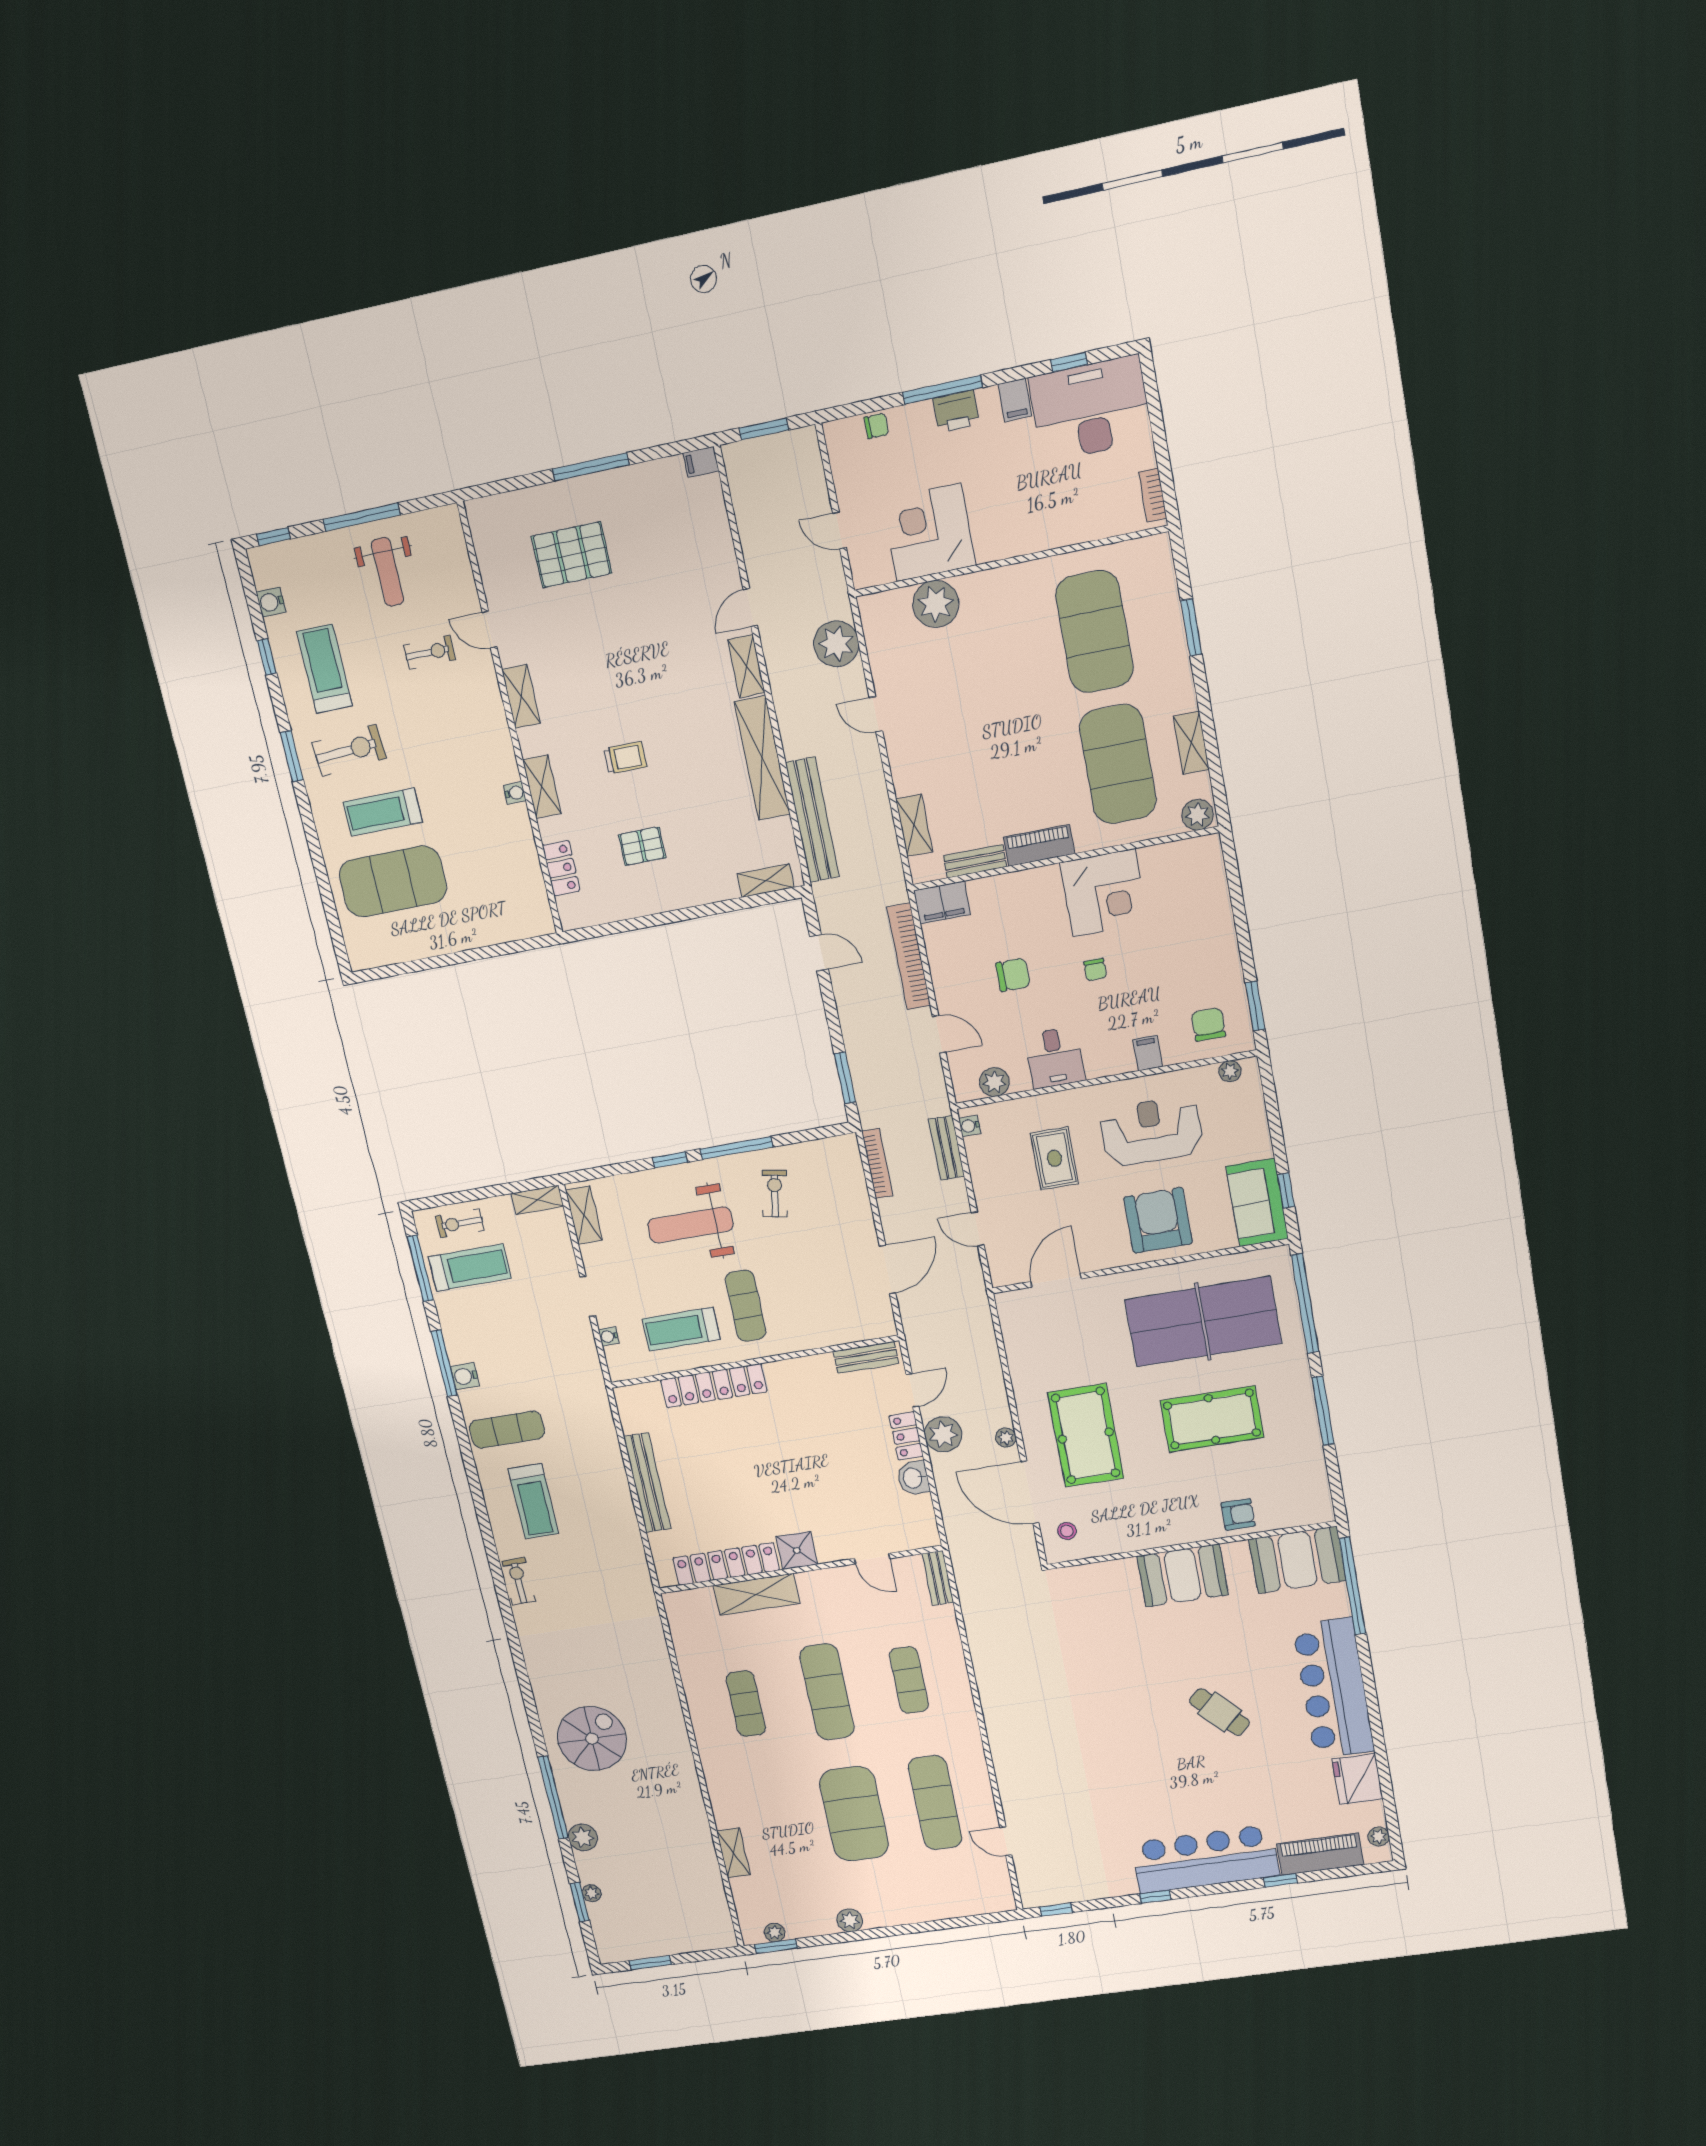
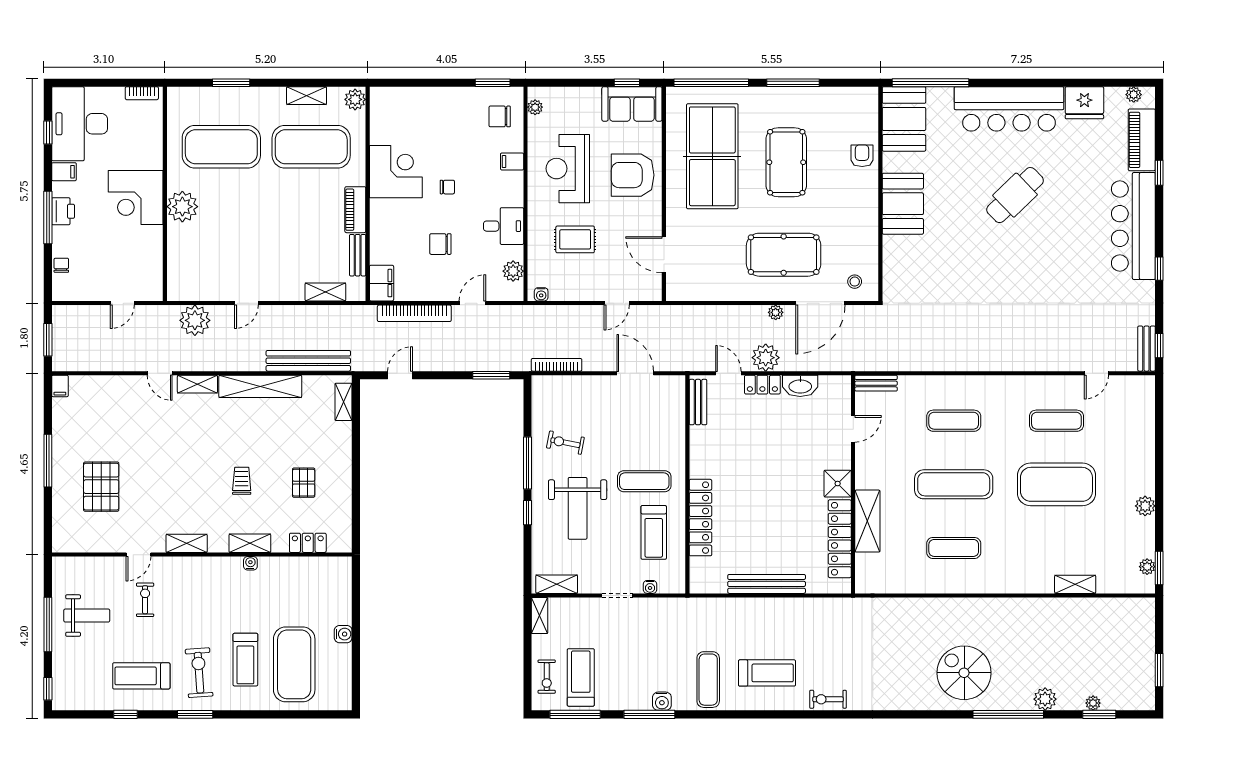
corner desk: (929, 533) -> (136, 198), moved
water cooler: (271, 602) -> (343, 634), moved, turned -90
plant: (936, 604) -> (182, 207), moved
chair: (1013, 975) -> (440, 244), turned -90
bench: (947, 1148) -> (1147, 349), moved, turned 90
washbasin: (913, 1478) -> (800, 386), width x1.38
cafe table: (1220, 1712) -> (1015, 195), width x1.37, depth x1.35
exercise mat: (935, 1803) -> (1056, 421), width x0.73, depth x0.69

